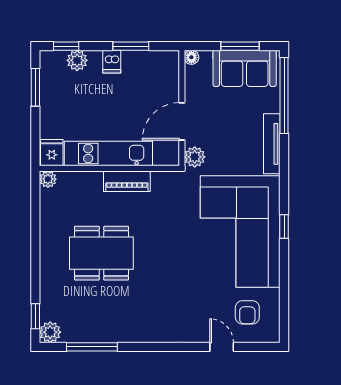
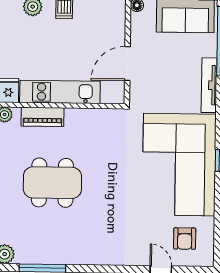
plant: (195, 157) -> (139, 96), removed
piano: (127, 181) -> (43, 117), moved

